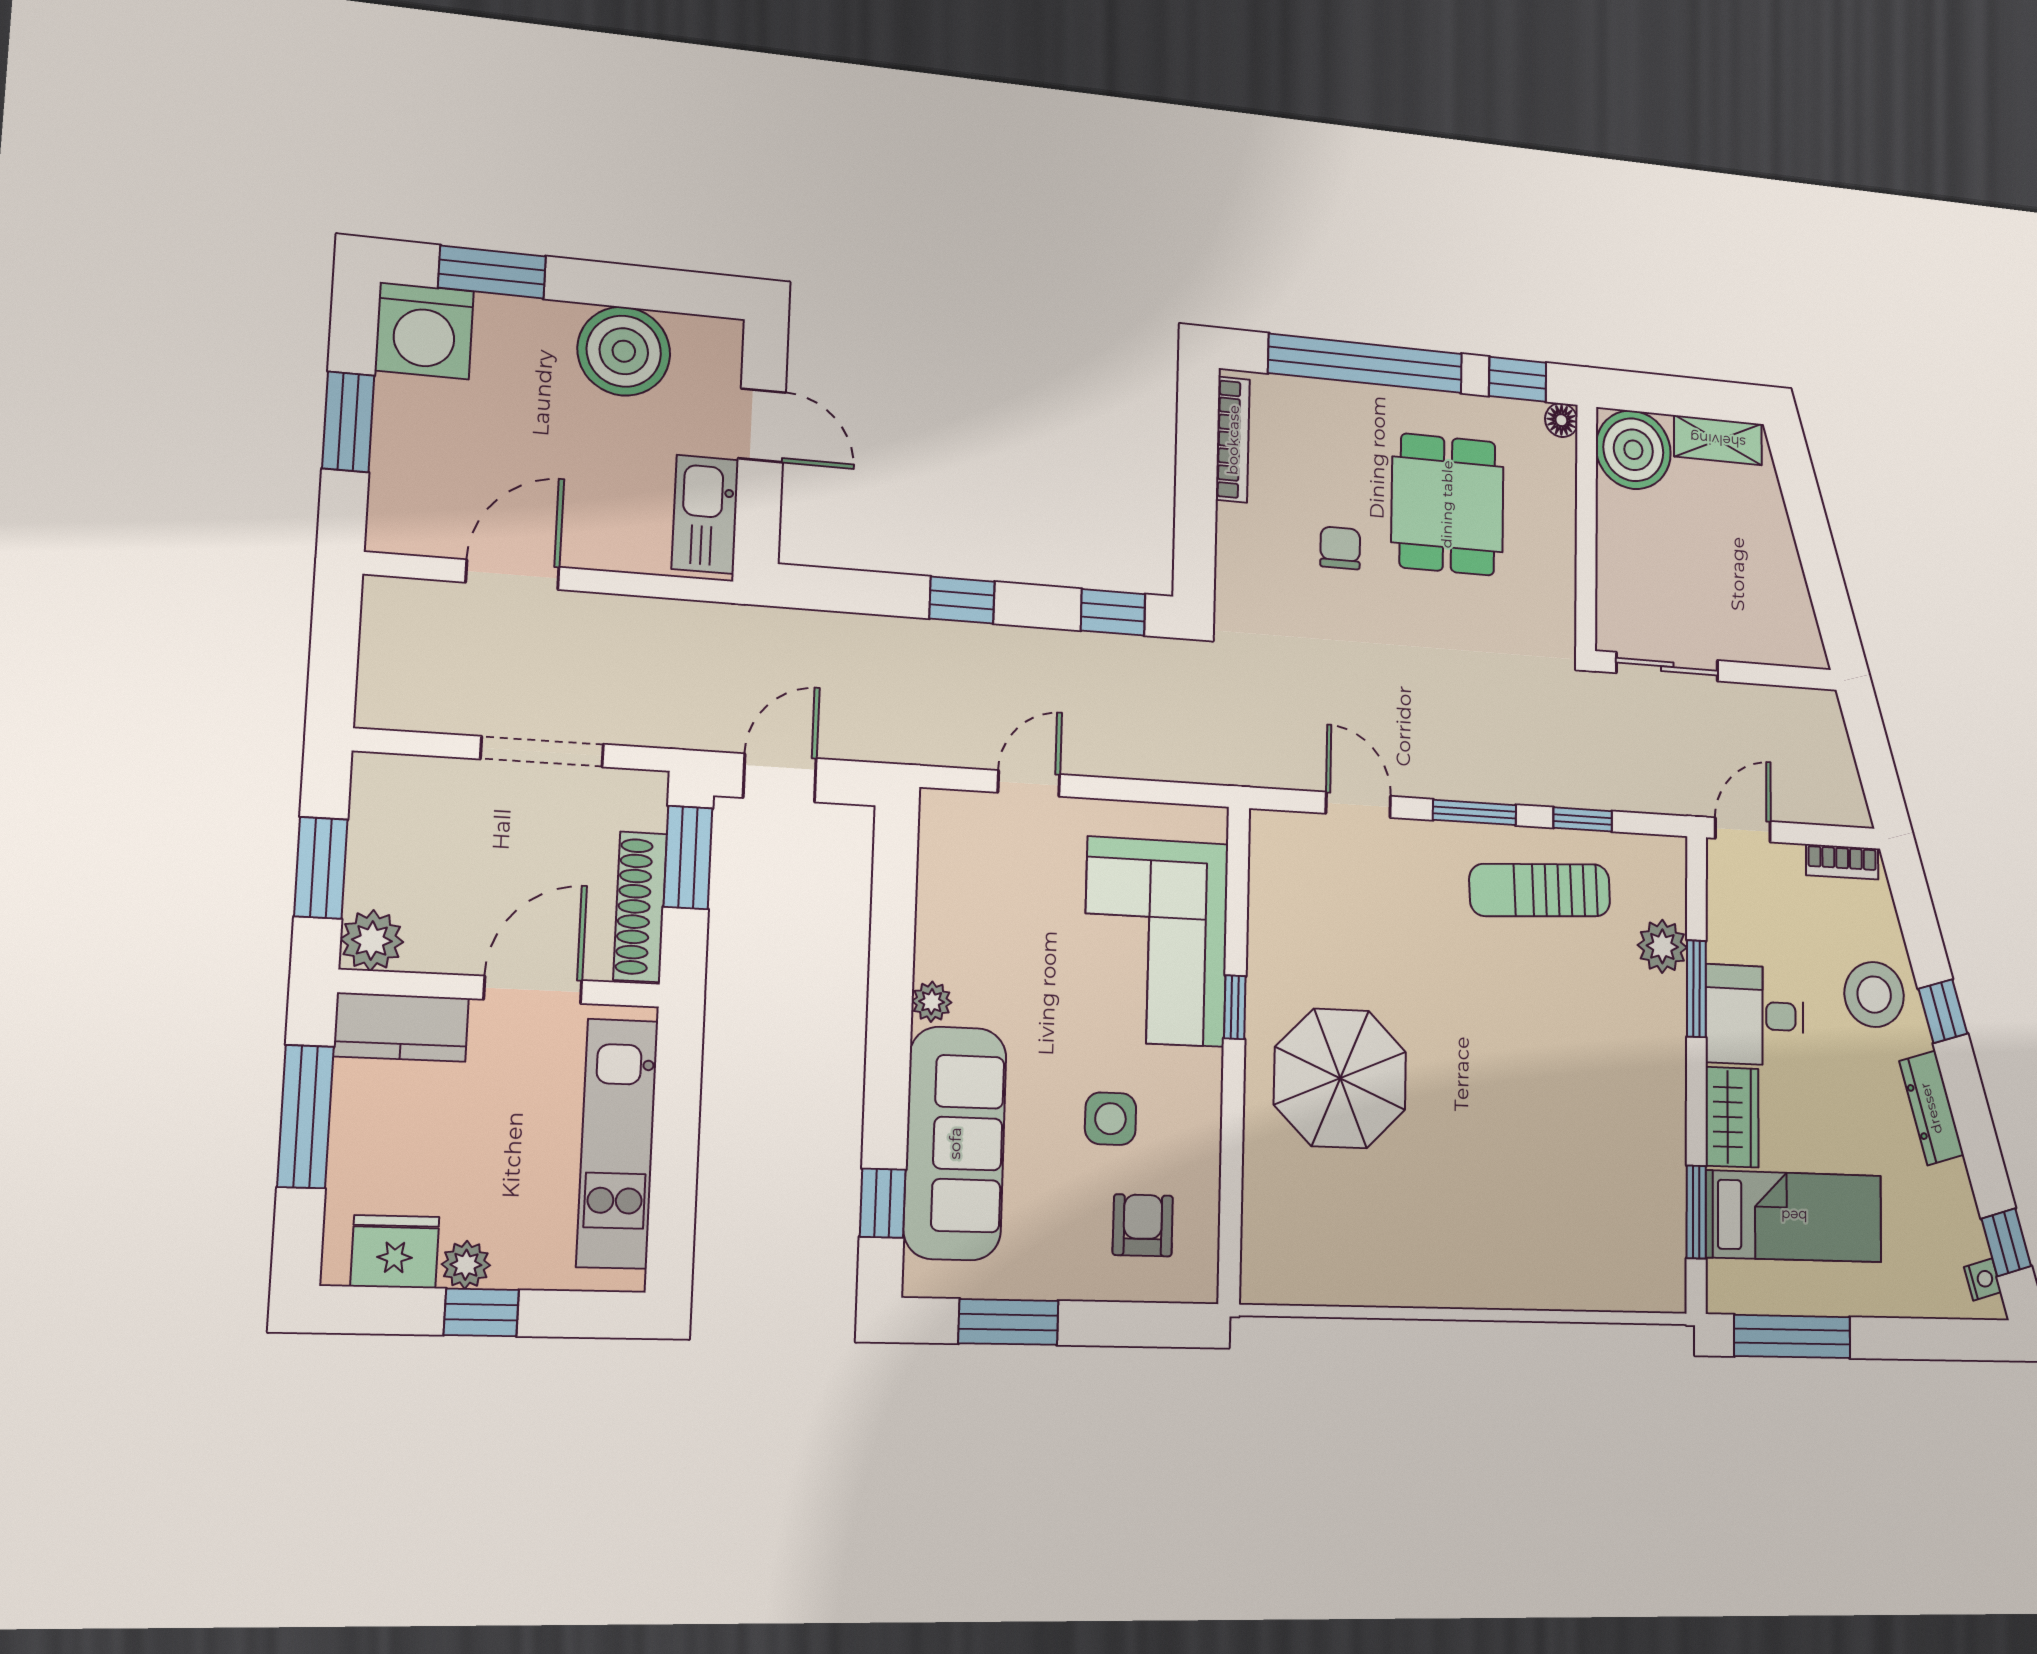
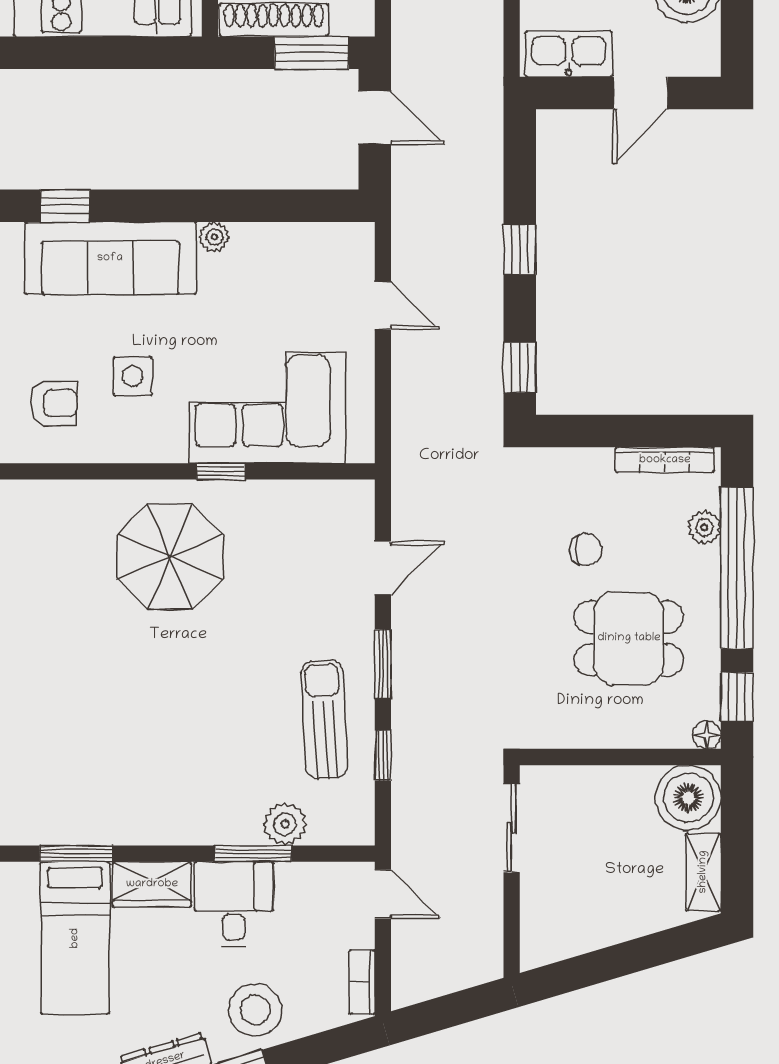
plant: (1316, 398) -> (704, 527), added

